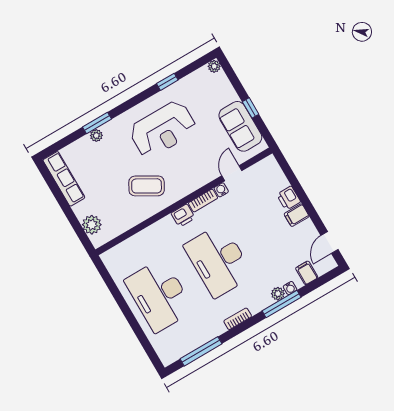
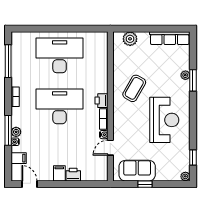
window: (167, 82) -> (193, 158), moved
reception desk: (163, 129) -> (164, 120), turned 180
door: (232, 173) -> (110, 148), swing flipped

